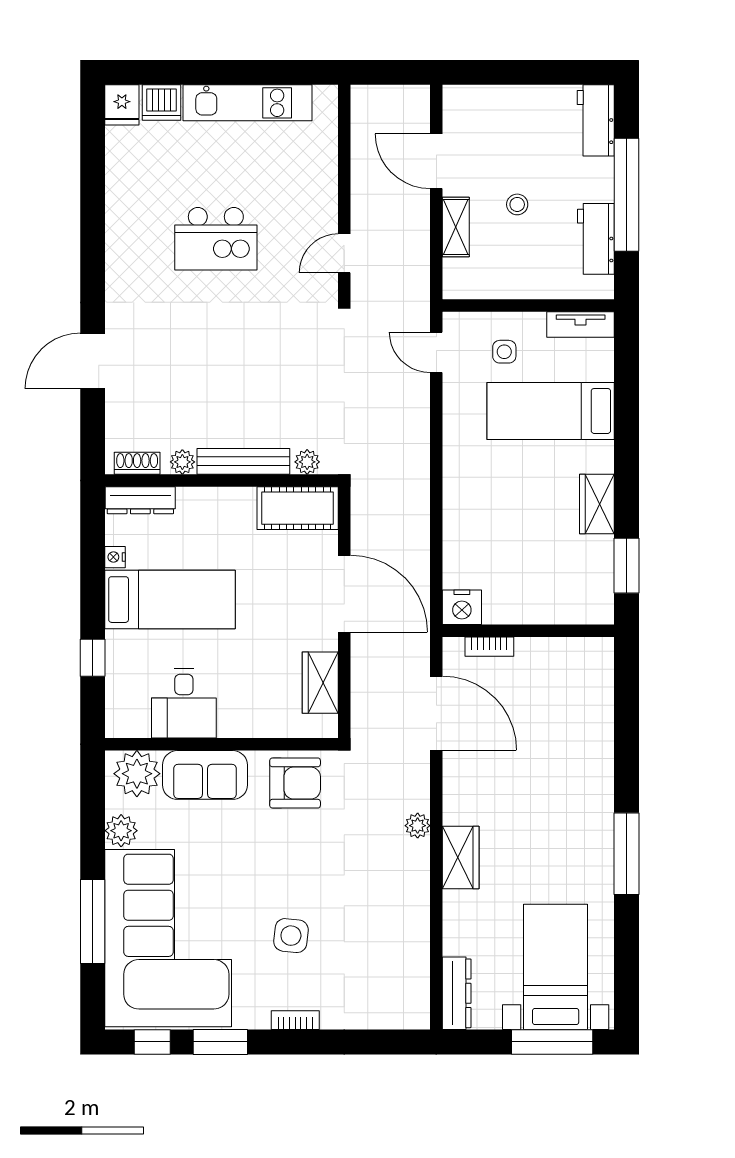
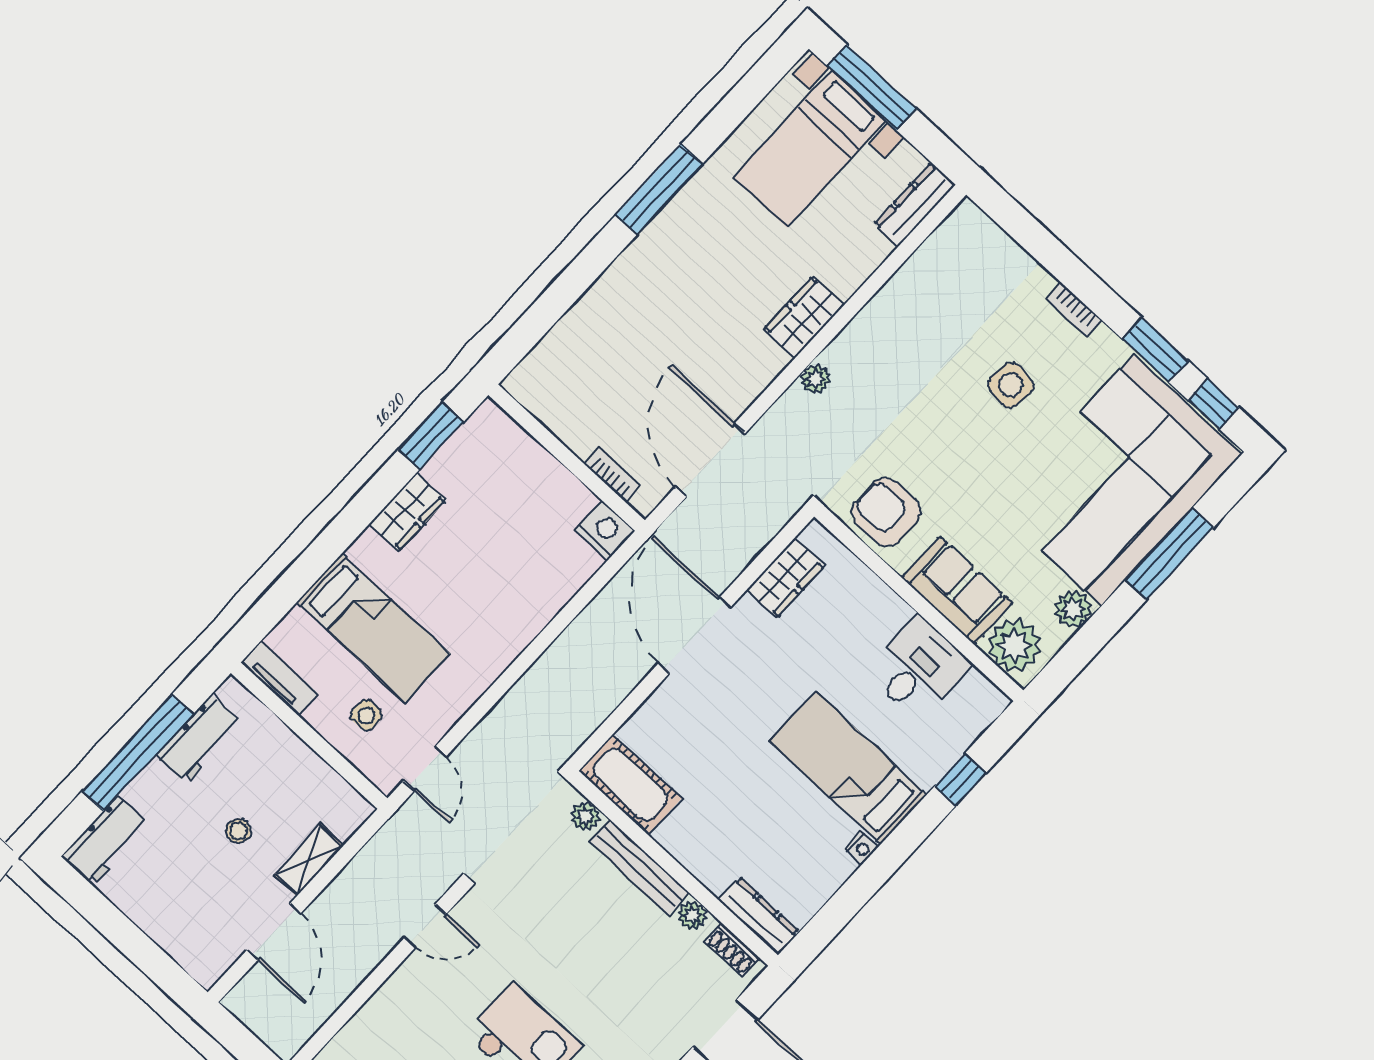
bench: (243, 461) -> (640, 867), moved
plant: (182, 462) -> (692, 915), moved
plant: (307, 462) -> (586, 816), moved
shoe rack: (137, 463) -> (732, 950), moved
wall: (221, 480) -> (673, 868), moved
dresser: (140, 500) -> (758, 916), moved
cot: (298, 508) -> (630, 784), moved

